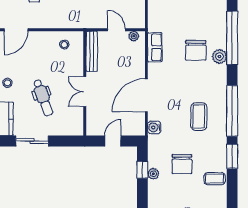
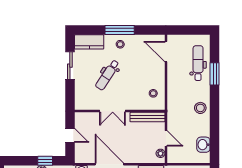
door: (116, 30) -> (166, 138), hinge flipped
double door: (85, 92) -> (113, 111), swing flipped
dental chair: (43, 98) -> (107, 75), turned -37

